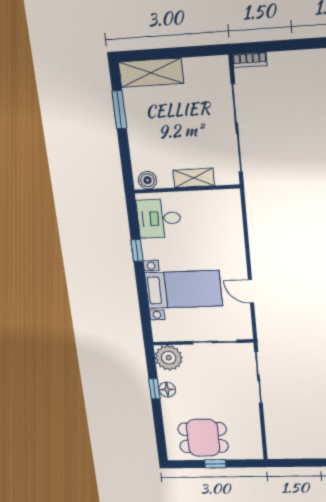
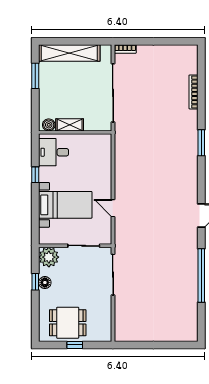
shelving: (151, 73) -> (69, 53), width x1.47
shelving: (194, 178) -> (70, 125), moved

